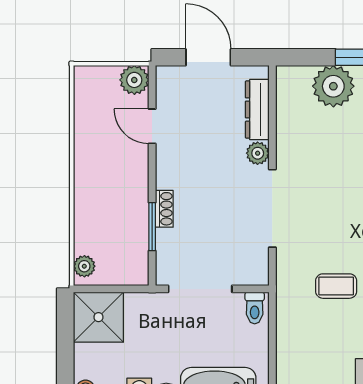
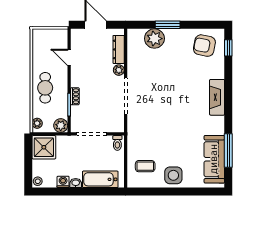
plant: (134, 80) -> (61, 126), moved
cafe table: (101, 191) -> (45, 88), added
coffee table: (336, 286) -> (145, 166), moved

